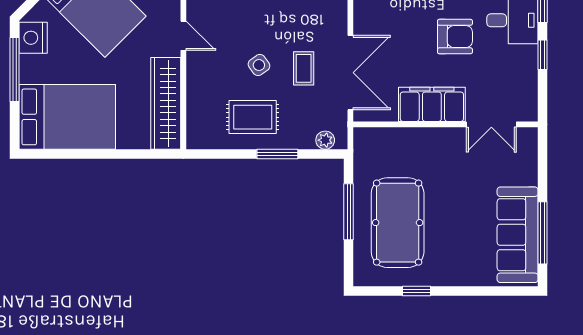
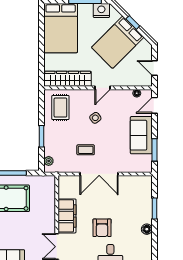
side table: (259, 65) -> (95, 118), moved
double door: (350, 73) -> (99, 174), moved
rug: (253, 117) -> (60, 108), moved

